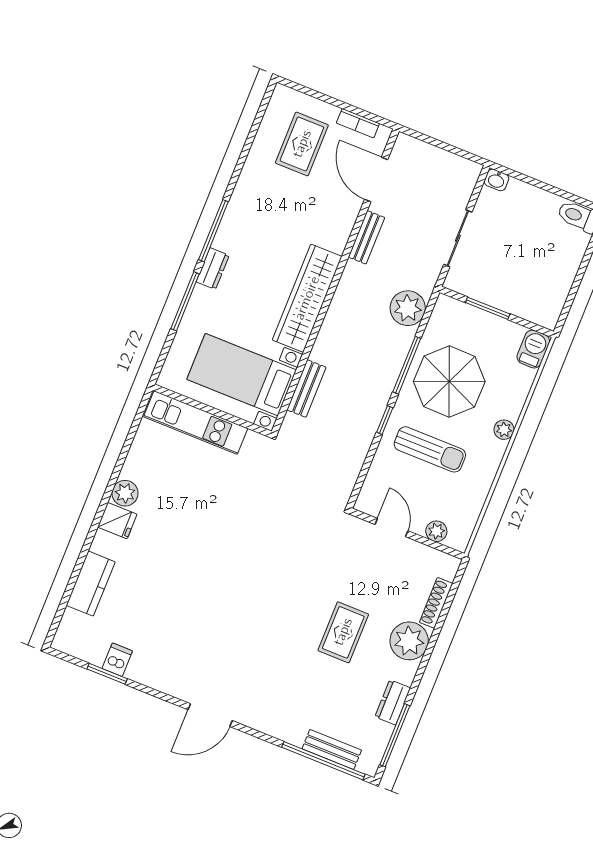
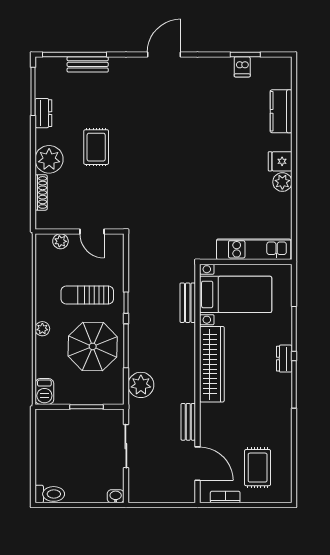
bench: (332, 749) -> (88, 64), moved

